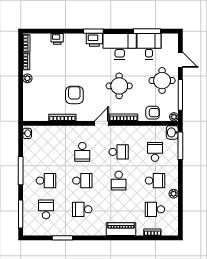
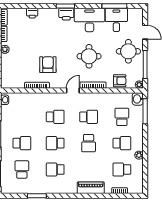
school desk: (82, 152) -> (55, 117), turned -90
school desk: (82, 181) -> (55, 143), turned 180

